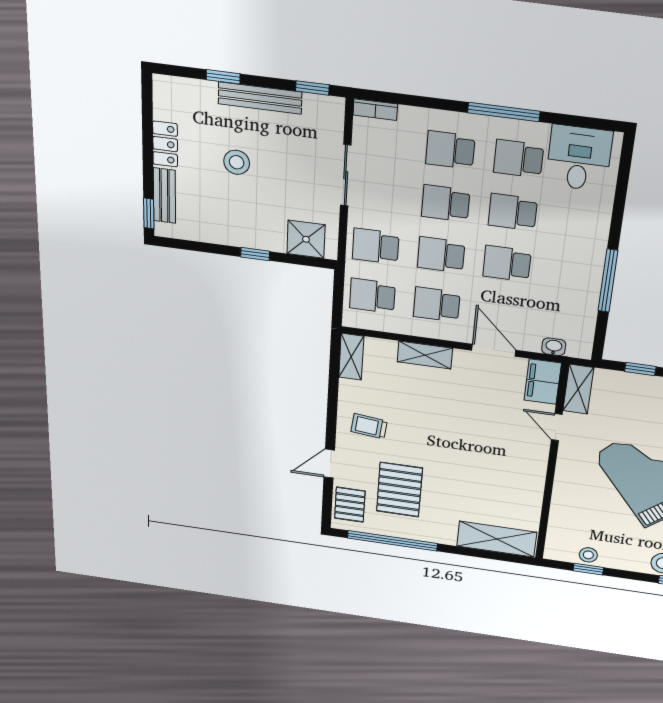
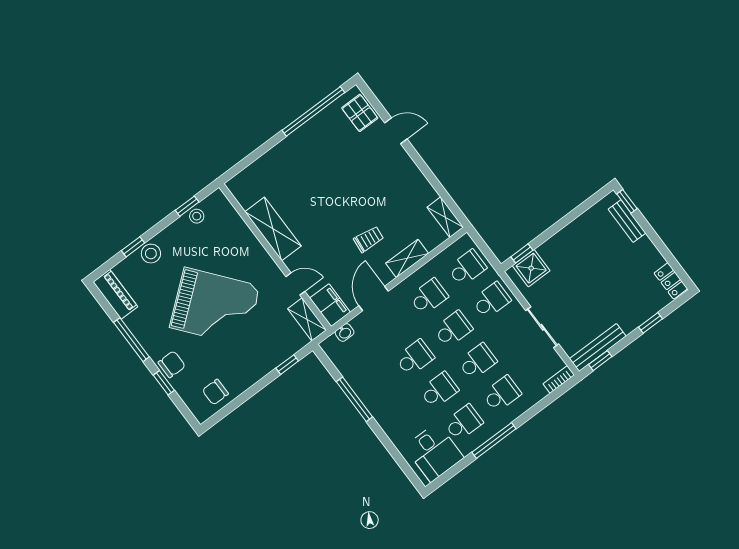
bench: (260, 98) -> (598, 347), moved
locker: (165, 144) -> (671, 281), moved
stool: (237, 162) -> (605, 279), removed
window: (255, 254) -> (522, 253), moved
door: (494, 350) -> (374, 298), swing flipped
trolley: (369, 426) -> (369, 239), moved
door: (329, 464) -> (396, 131), hinge flipped
pallet: (399, 490) -> (342, 153), removed
shelving: (497, 539) -> (273, 229), moved, turned 90

